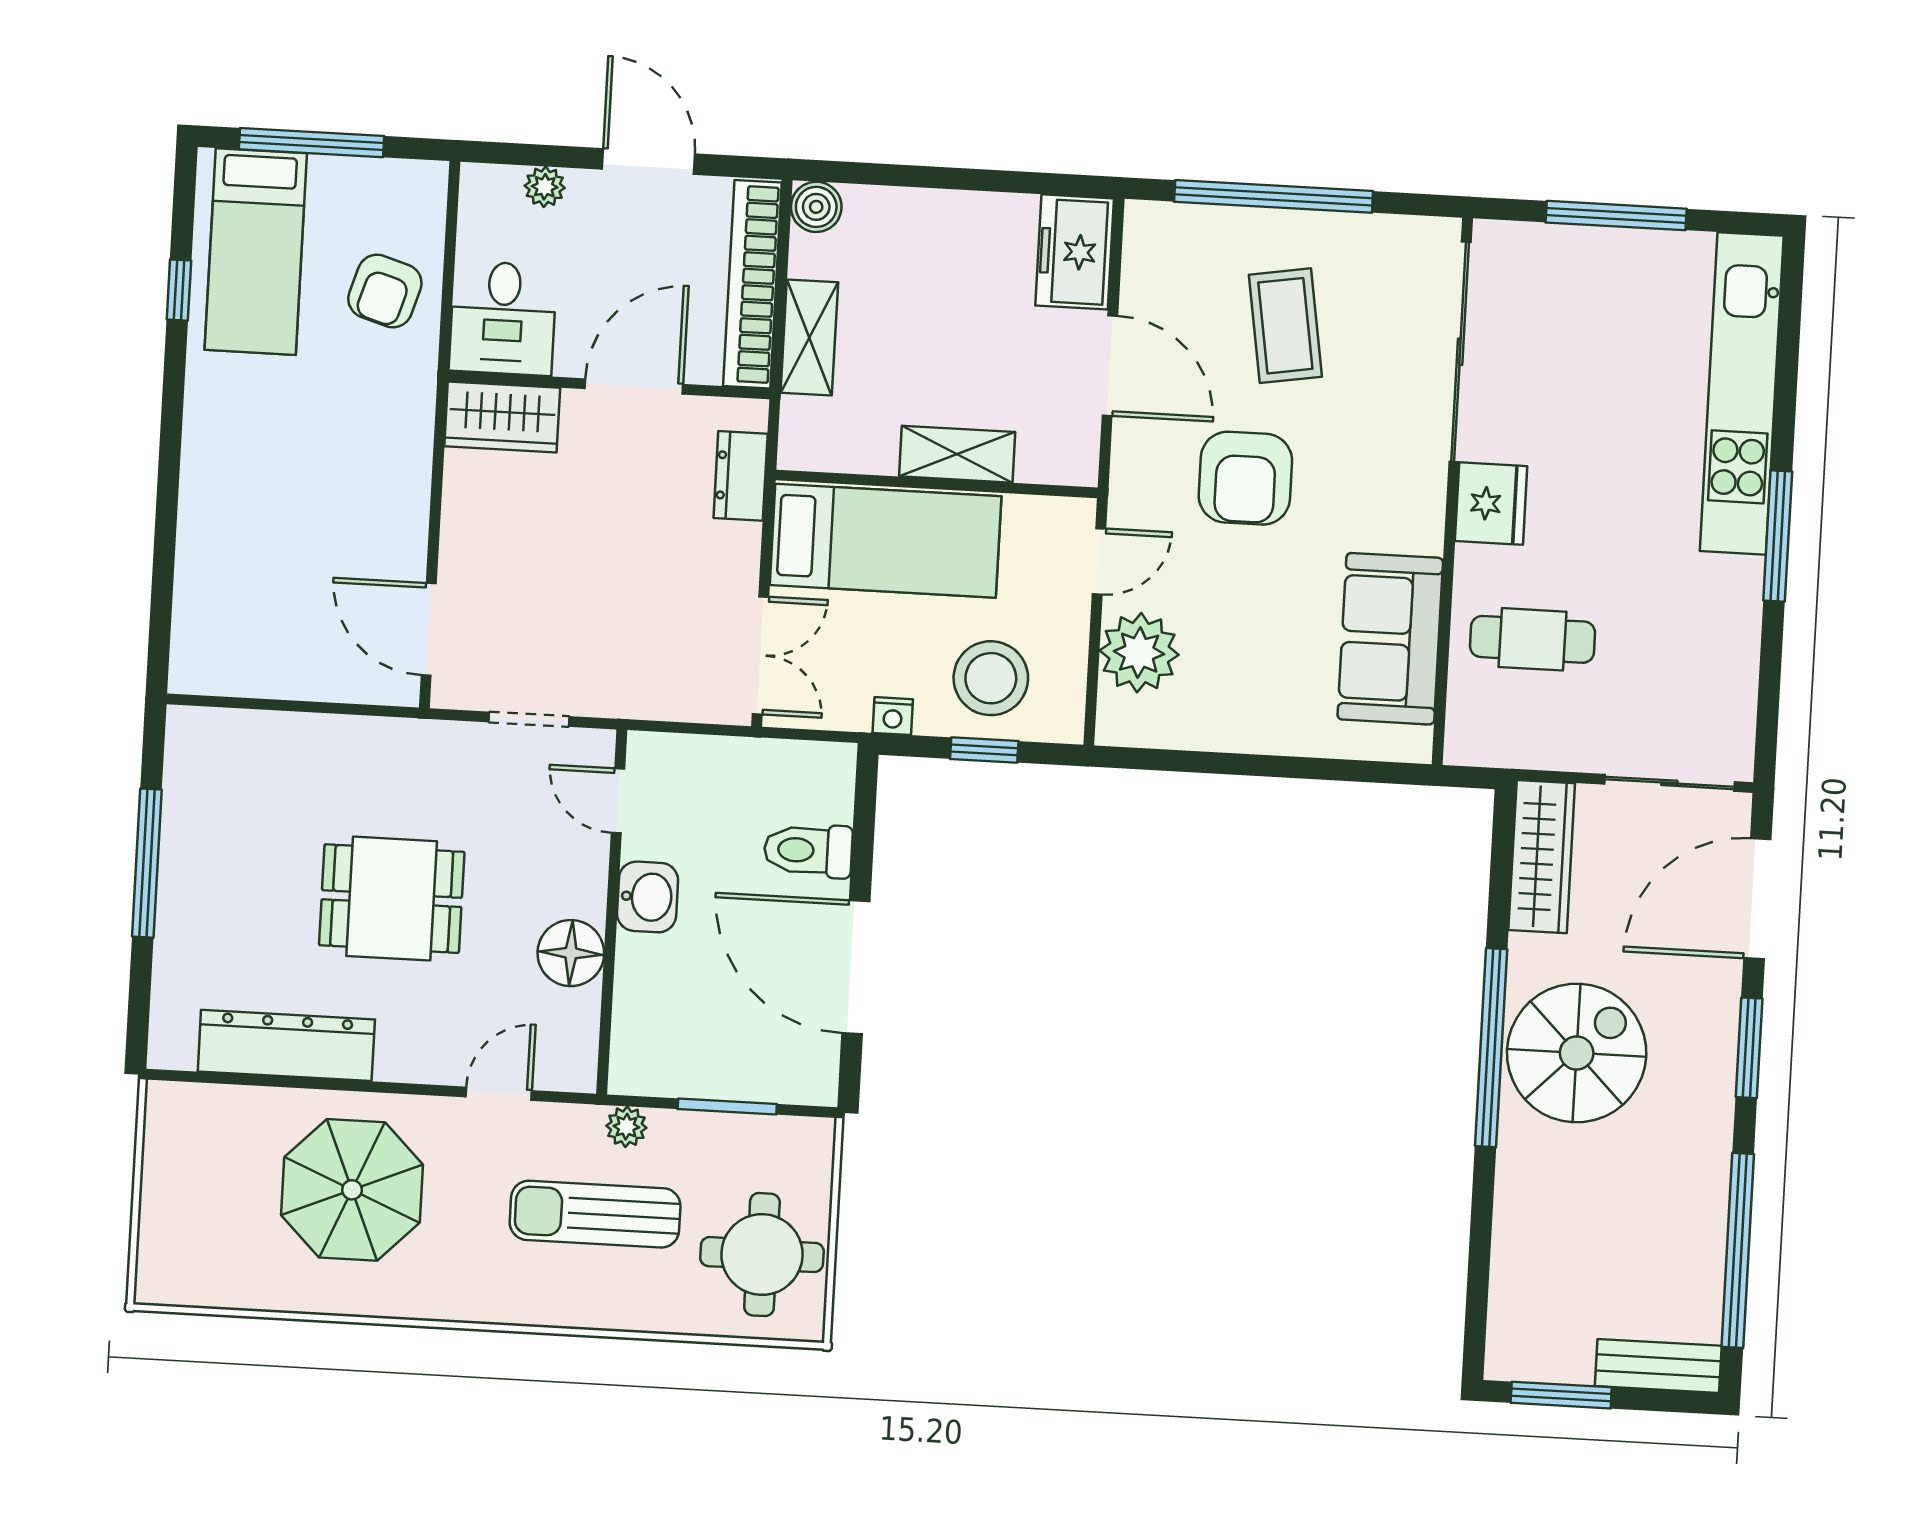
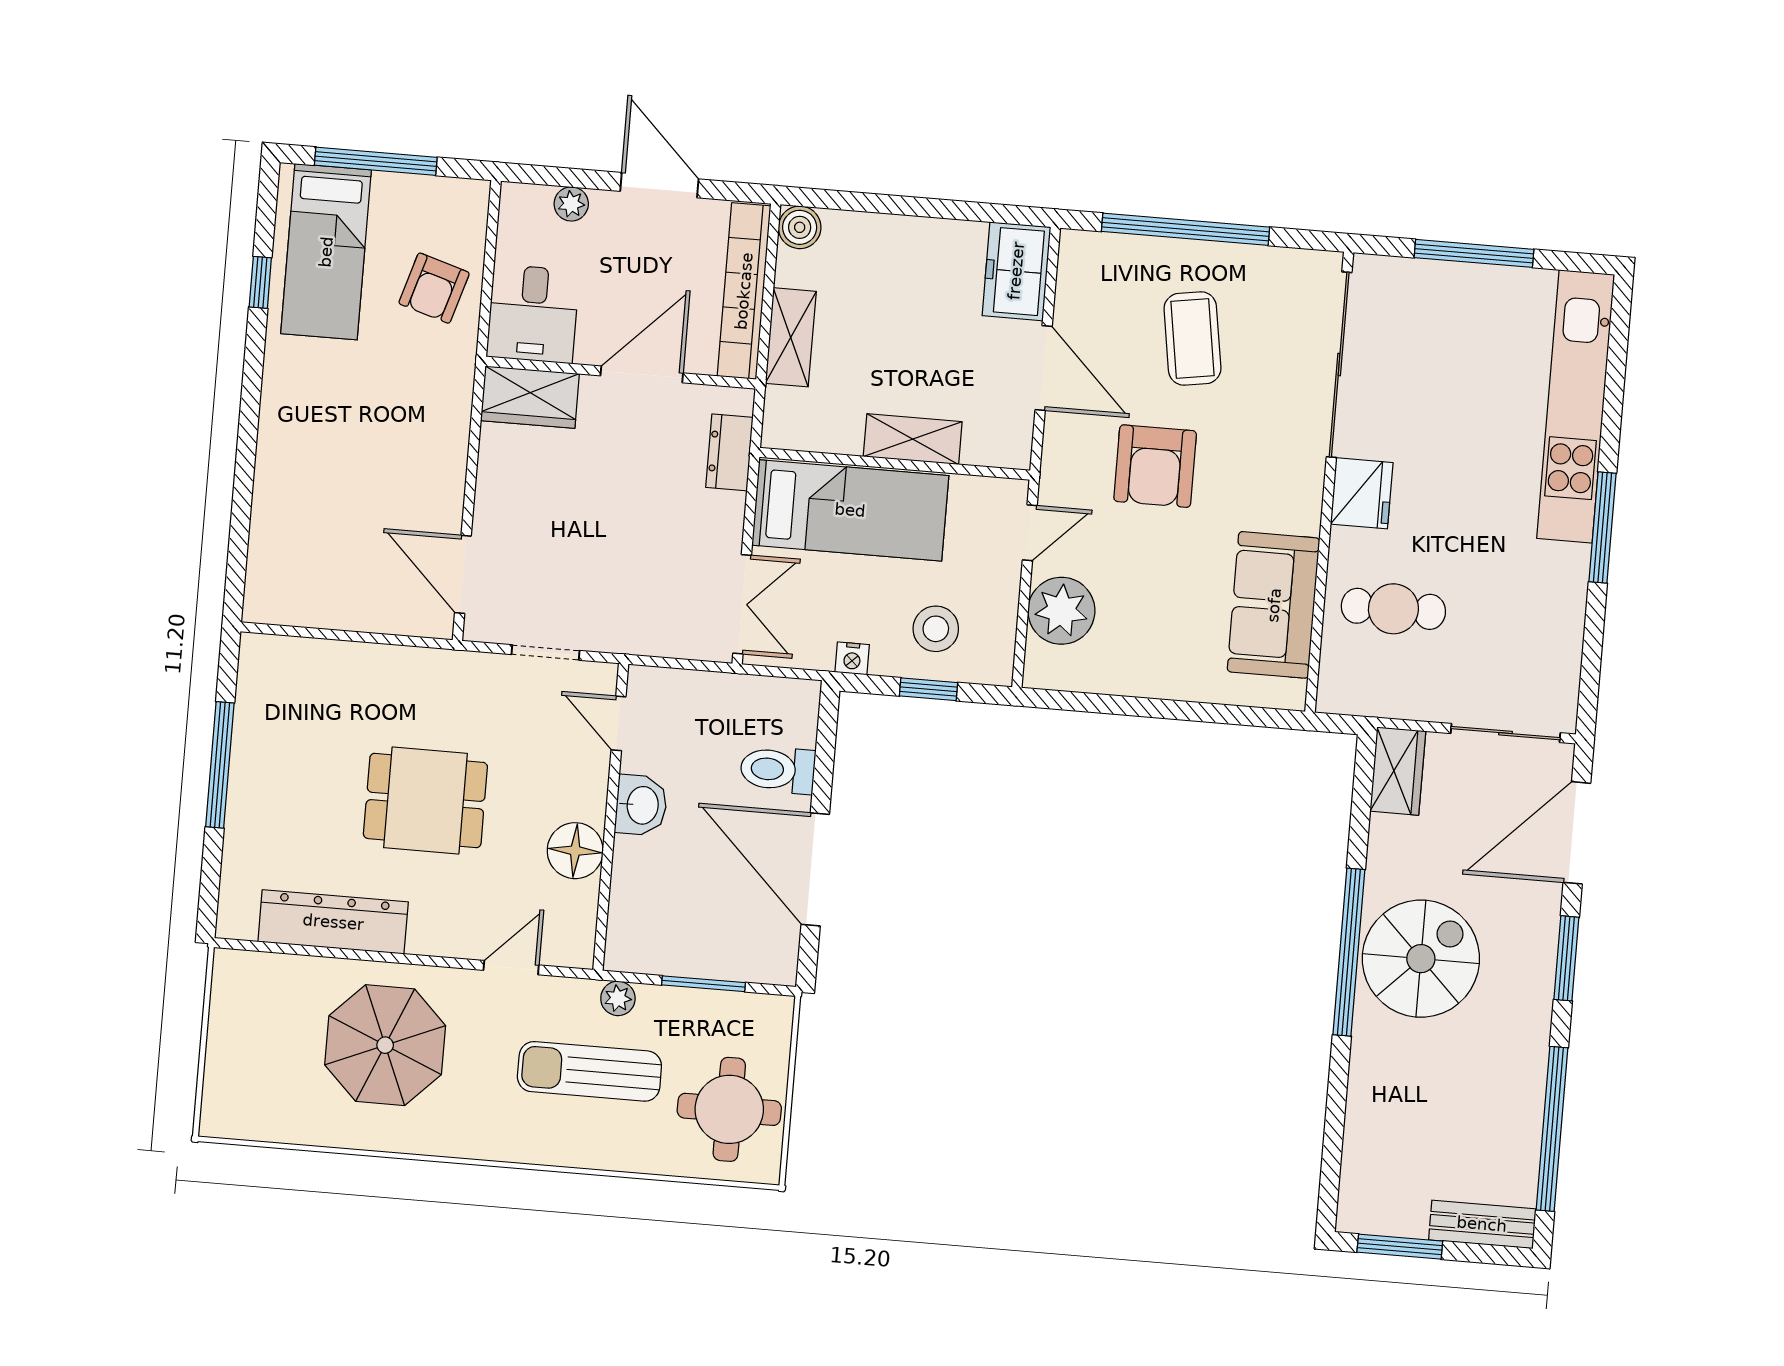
stool: (991, 678) -> (936, 629), width x0.73, depth x0.73
wardrobe: (1542, 857) -> (1398, 771), width x0.67

